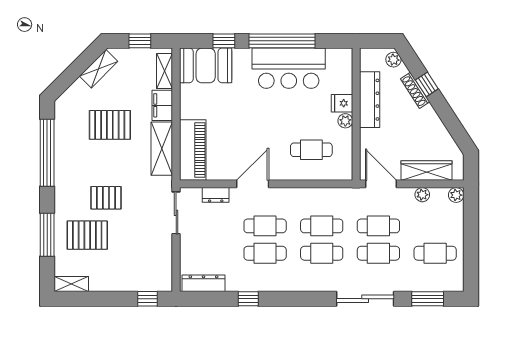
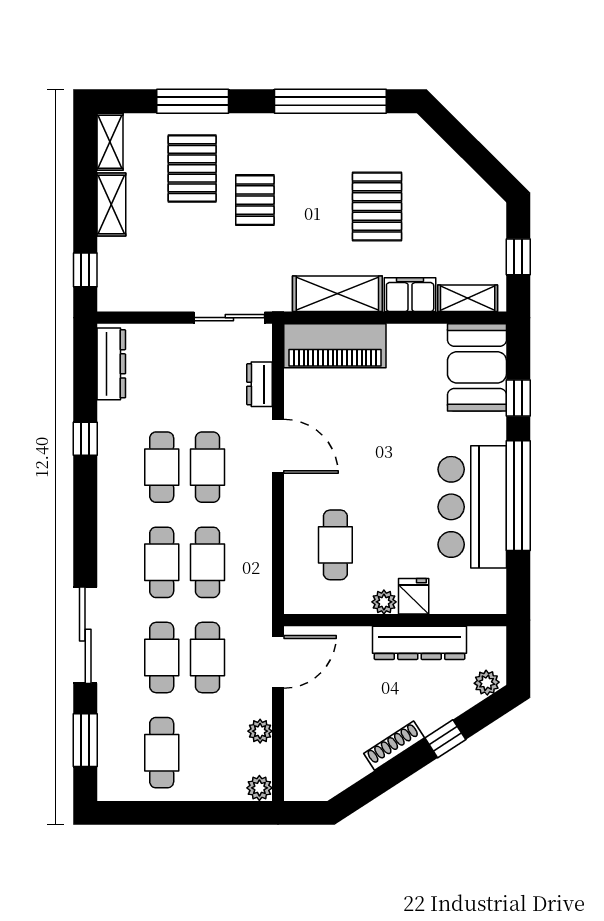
shelving: (99, 69) -> (111, 204), moved, turned 45
shoe rack: (415, 90) -> (394, 746), moved
wardrobe: (426, 171) -> (300, 738), removed

